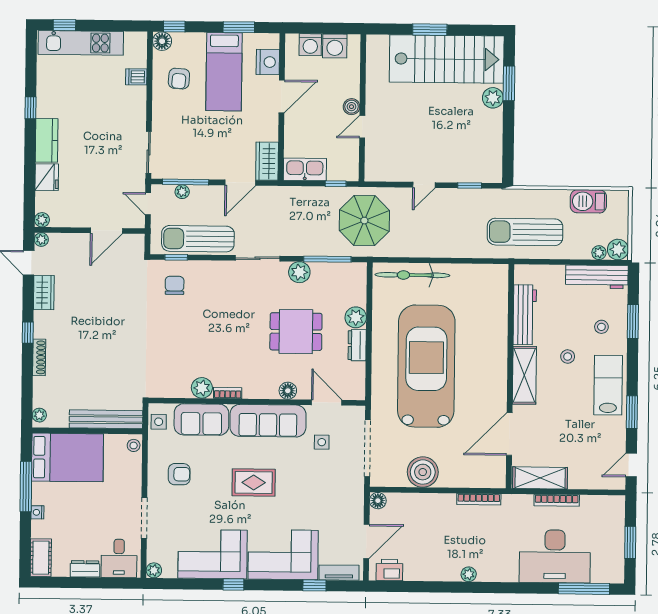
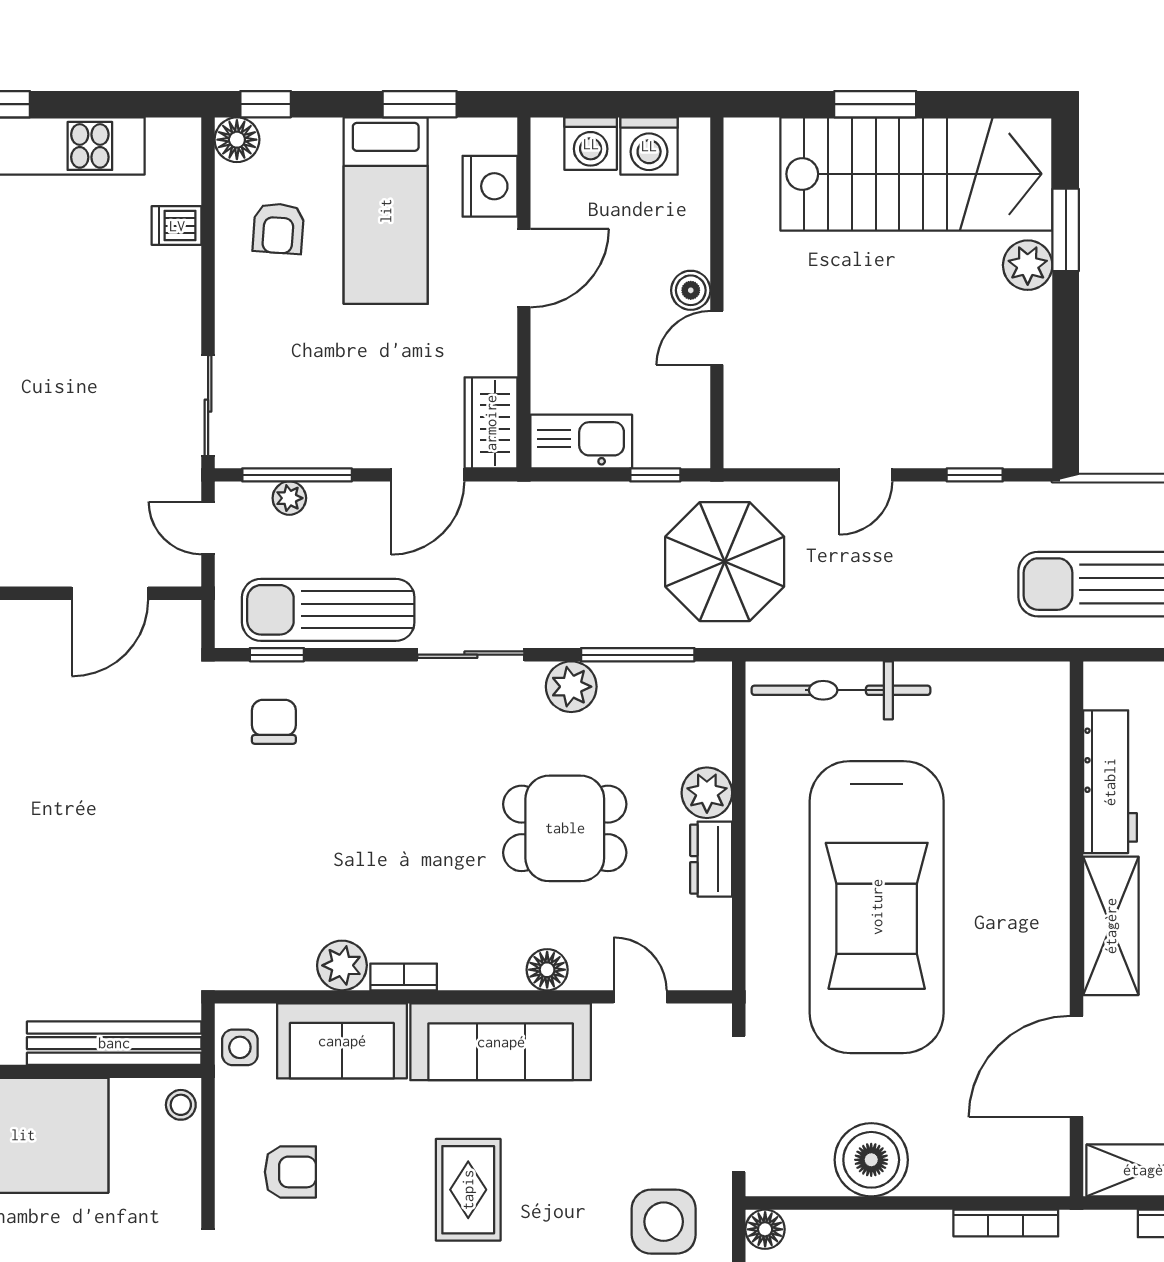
car: (426, 366) -> (877, 907), turned 180
door: (327, 403) -> (640, 997), width x0.73
side table: (322, 442) -> (664, 1222), moved, width x1.87, depth x1.87
rug: (254, 483) -> (468, 1190), turned 90

